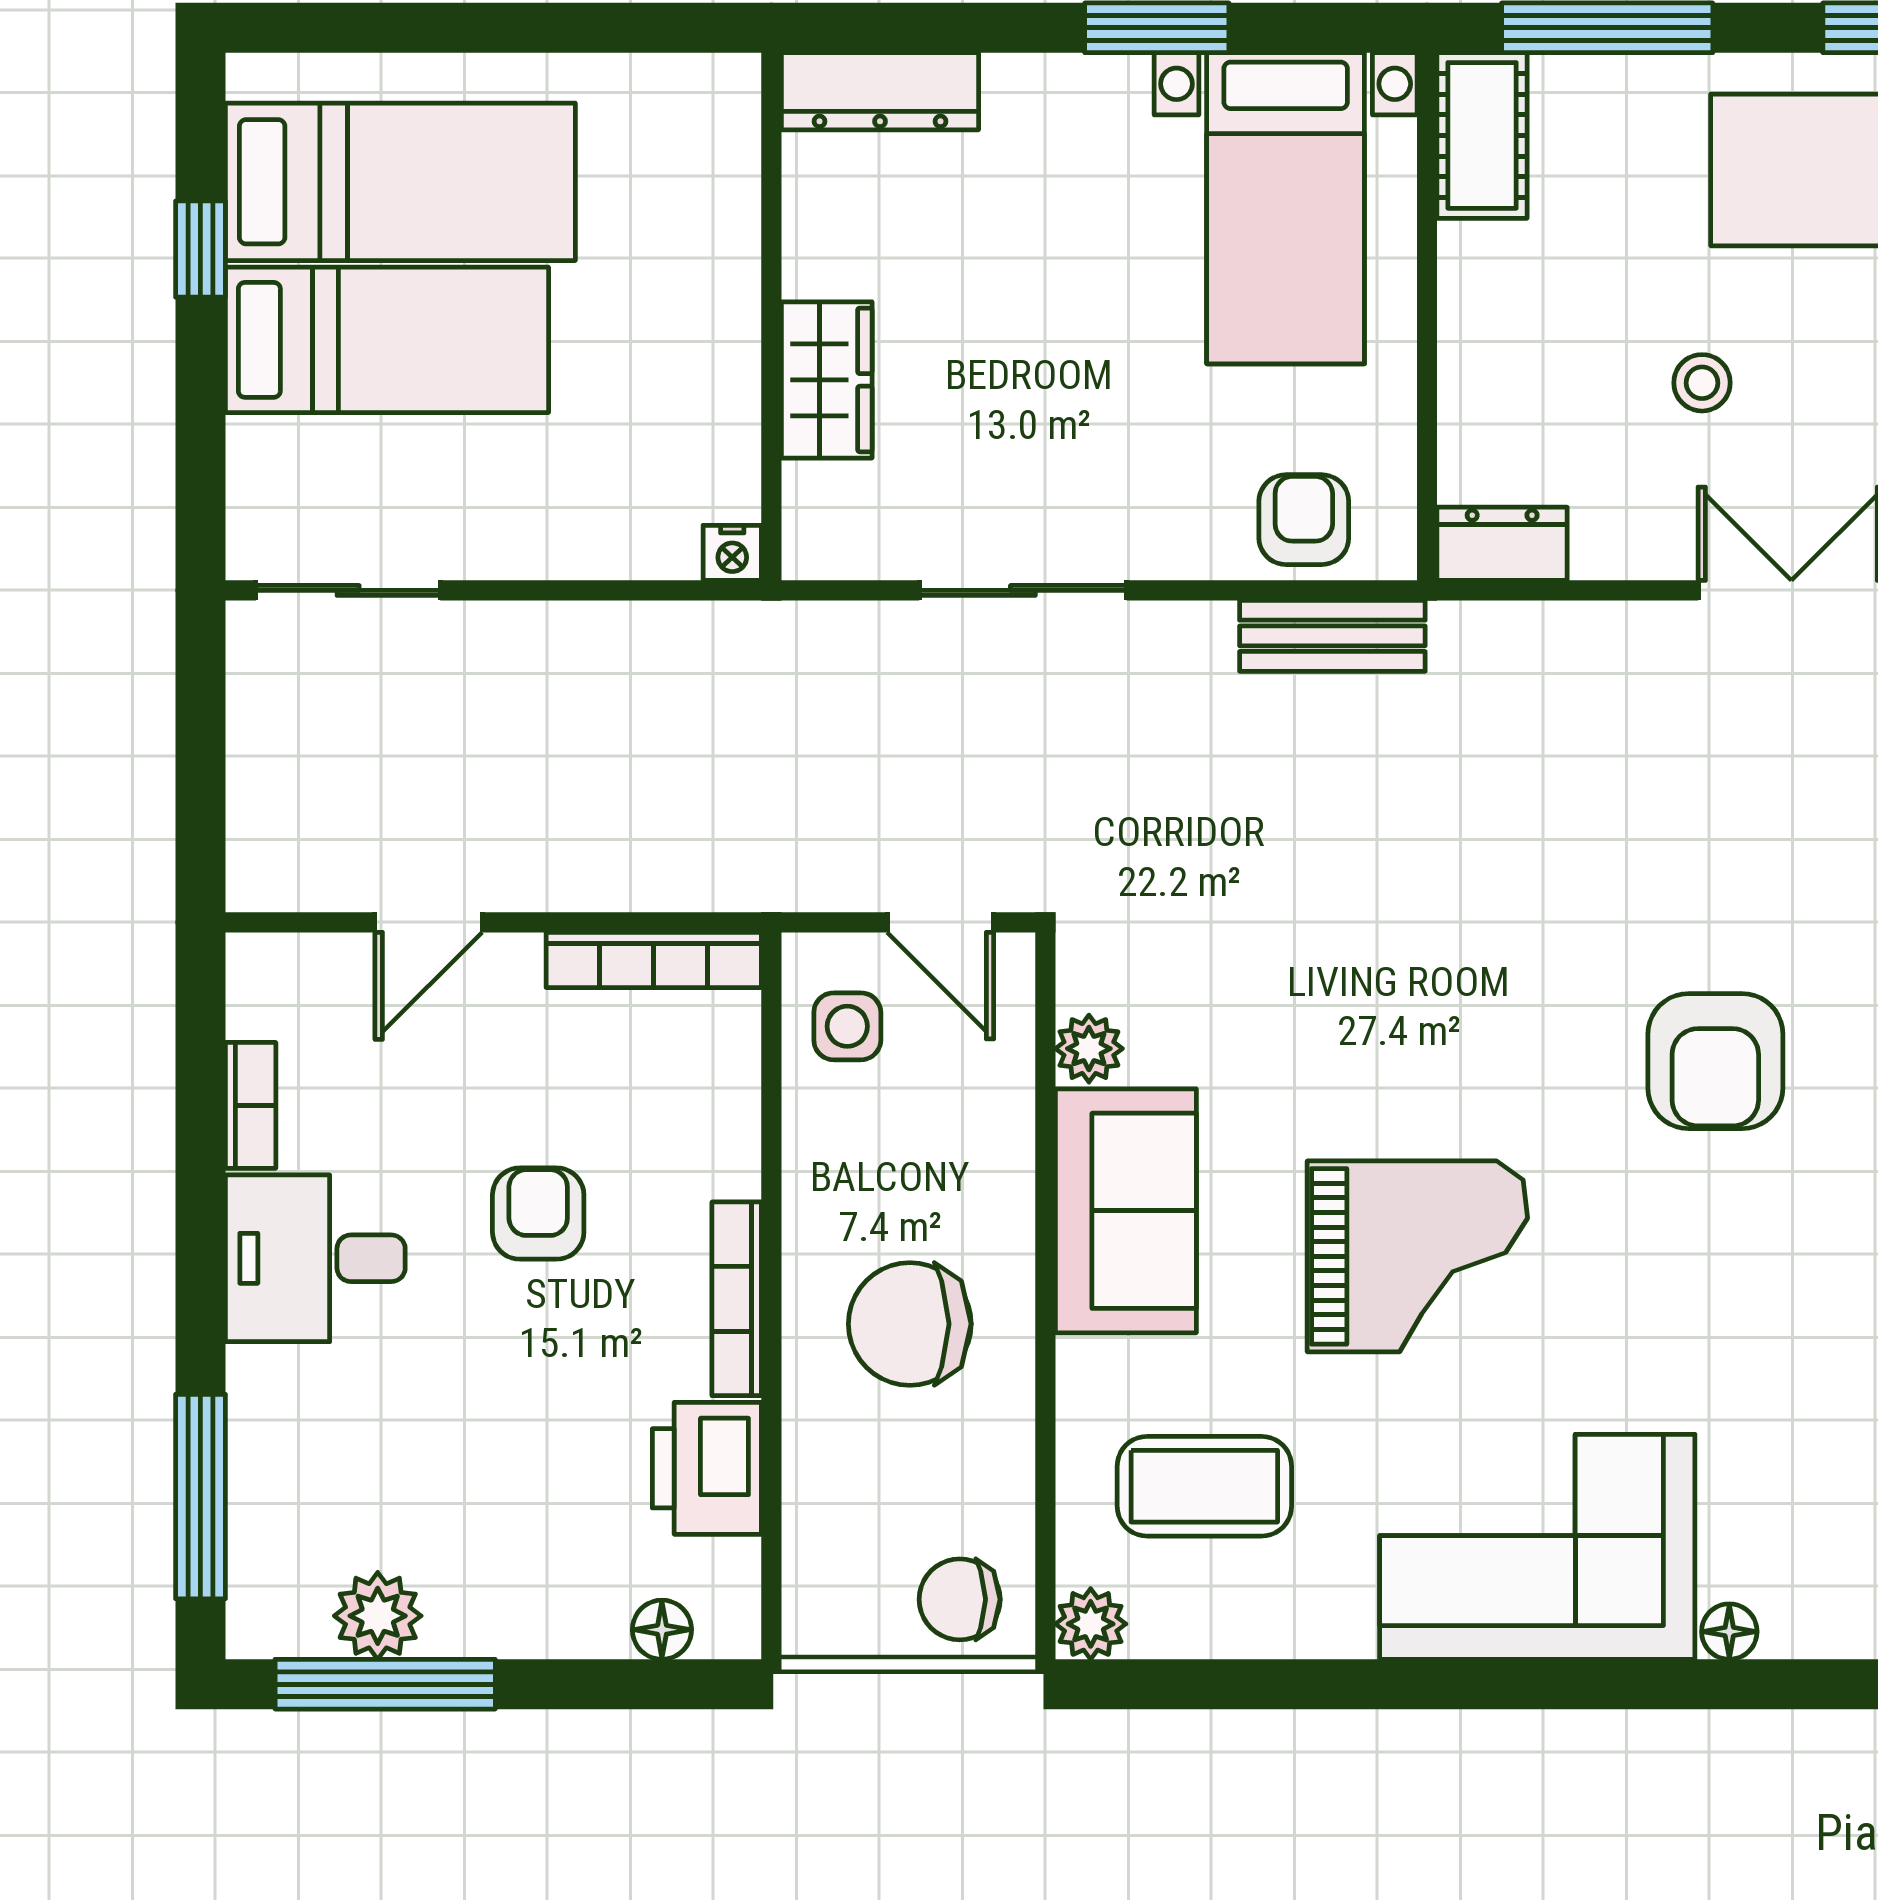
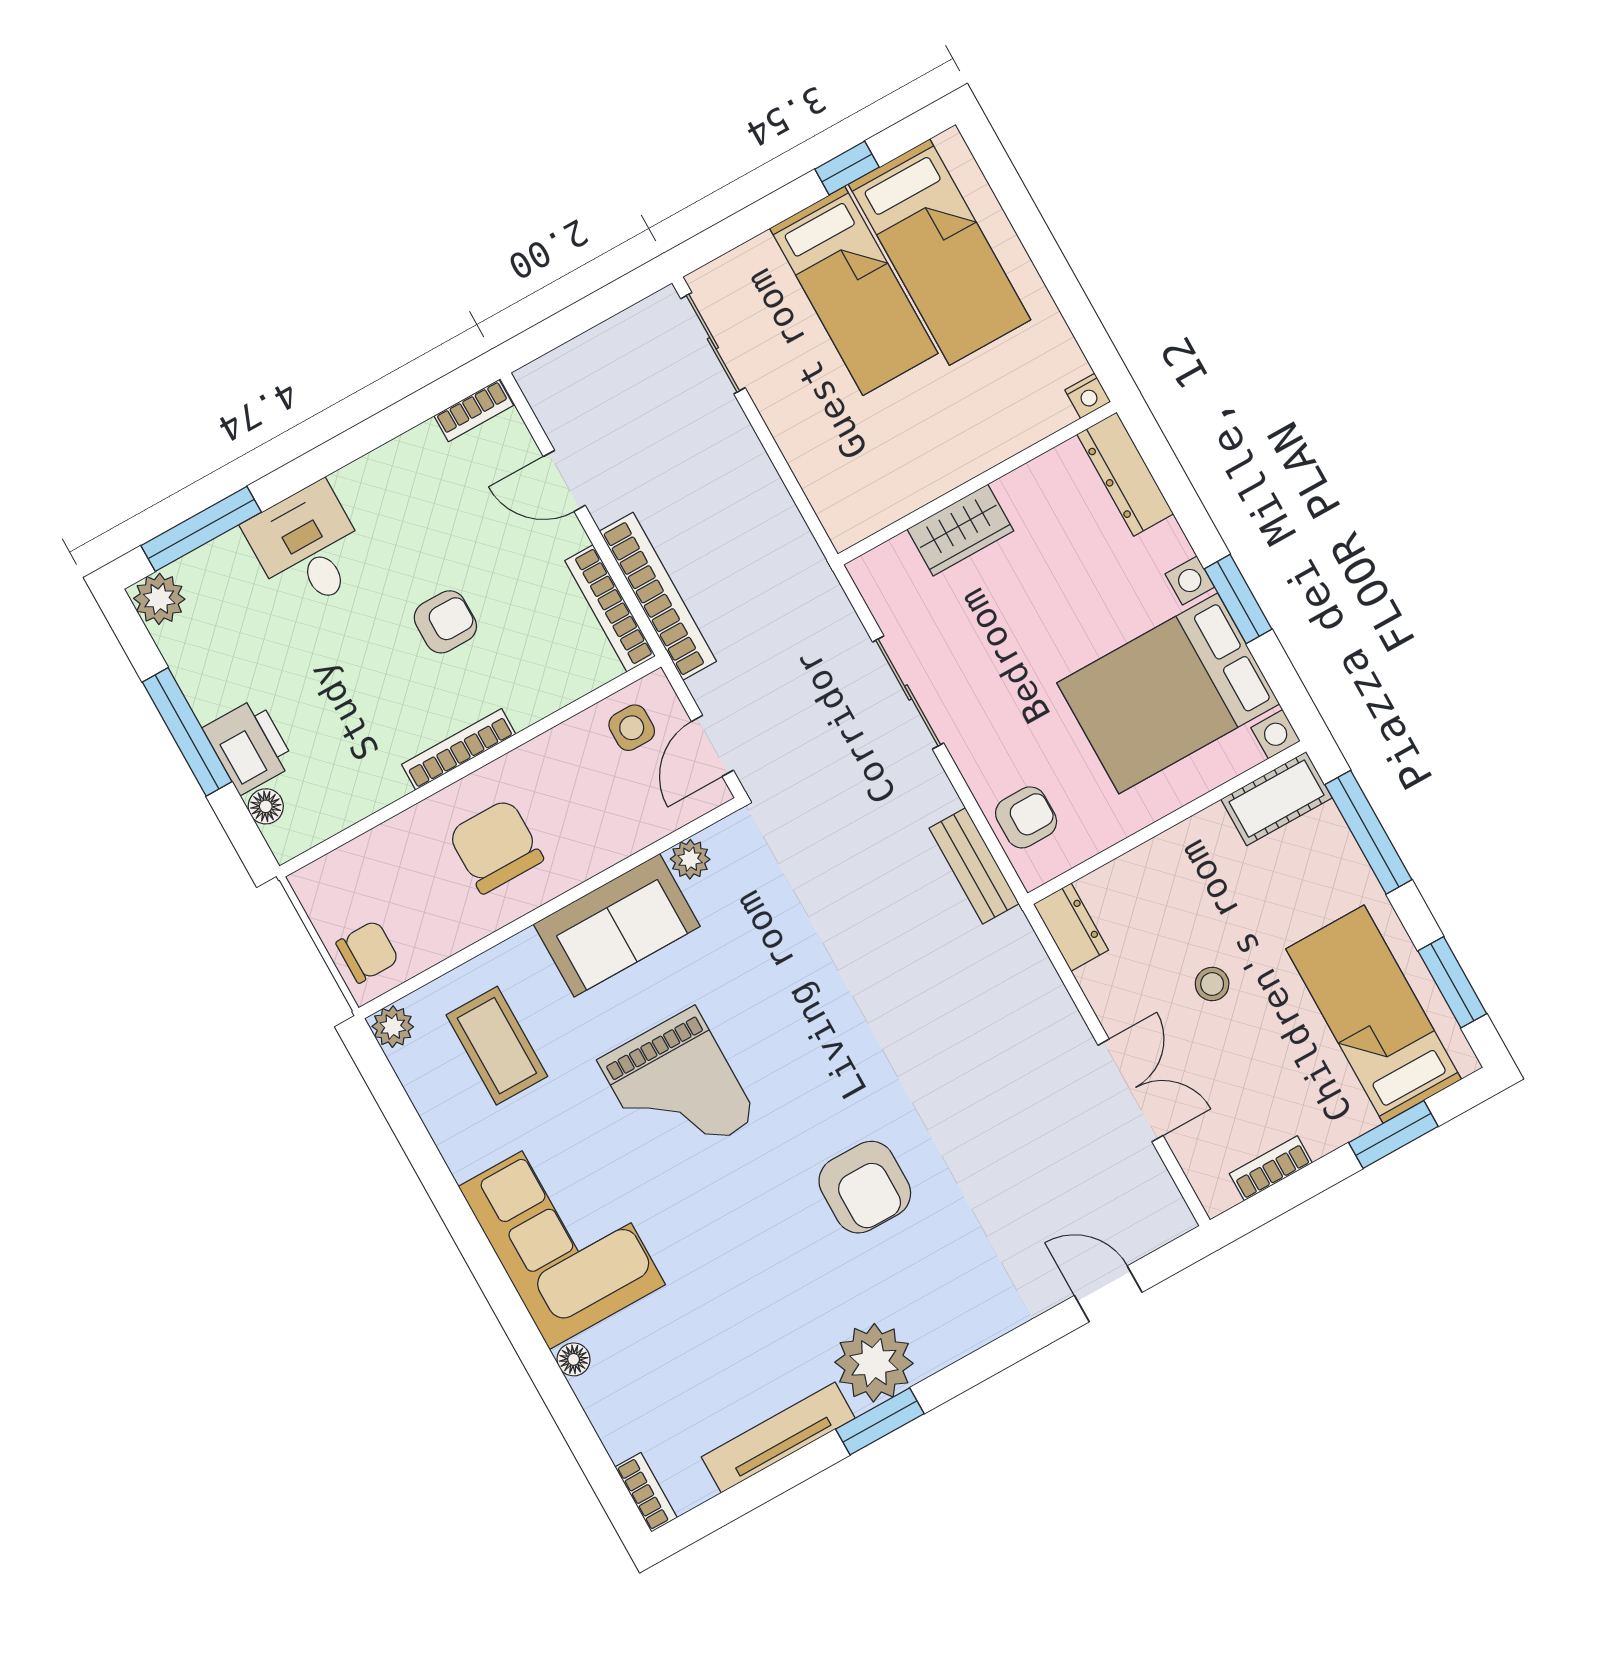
bed with nightstands: (1286, 208) -> (1168, 693), width x1.36
nightstand: (732, 553) -> (1088, 396), moved, turned -90
bookcase: (675, 880) -> (658, 596), added
armchair: (1715, 1061) -> (865, 1187), turned -90
bookcase: (251, 1105) -> (474, 411), moved
desk: (315, 1258) -> (308, 547), moved
printer: (707, 1468) -> (249, 746), moved, turned 90
chair: (960, 1599) -> (368, 952), turned 90
plant: (378, 1616) -> (159, 599), moved
window: (385, 1684) -> (187, 732), moved

